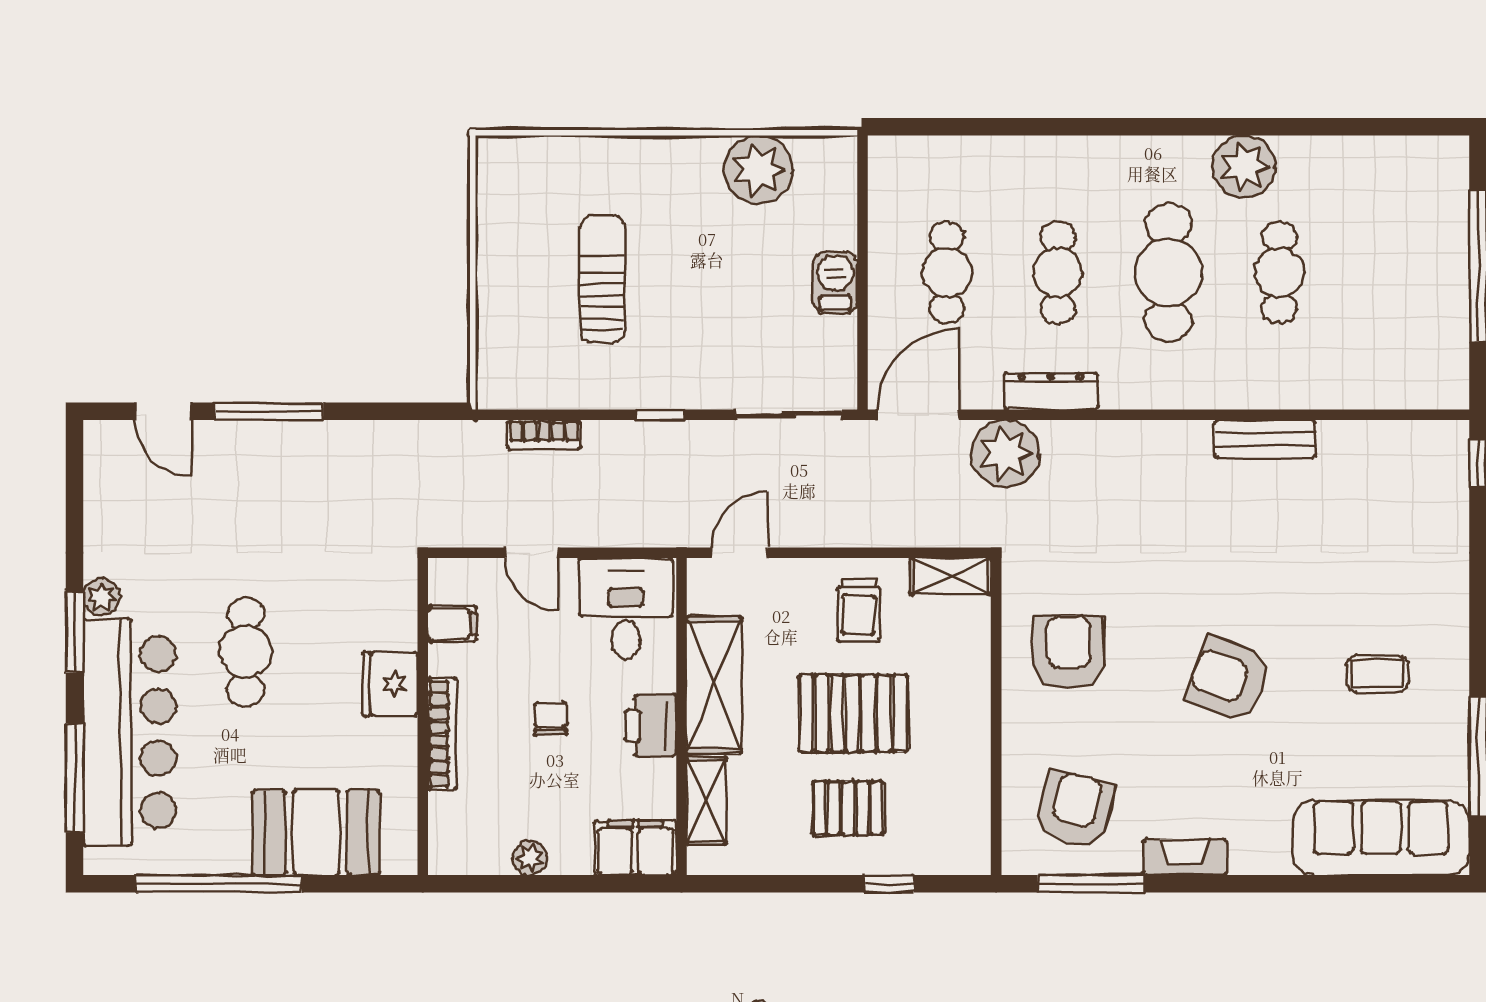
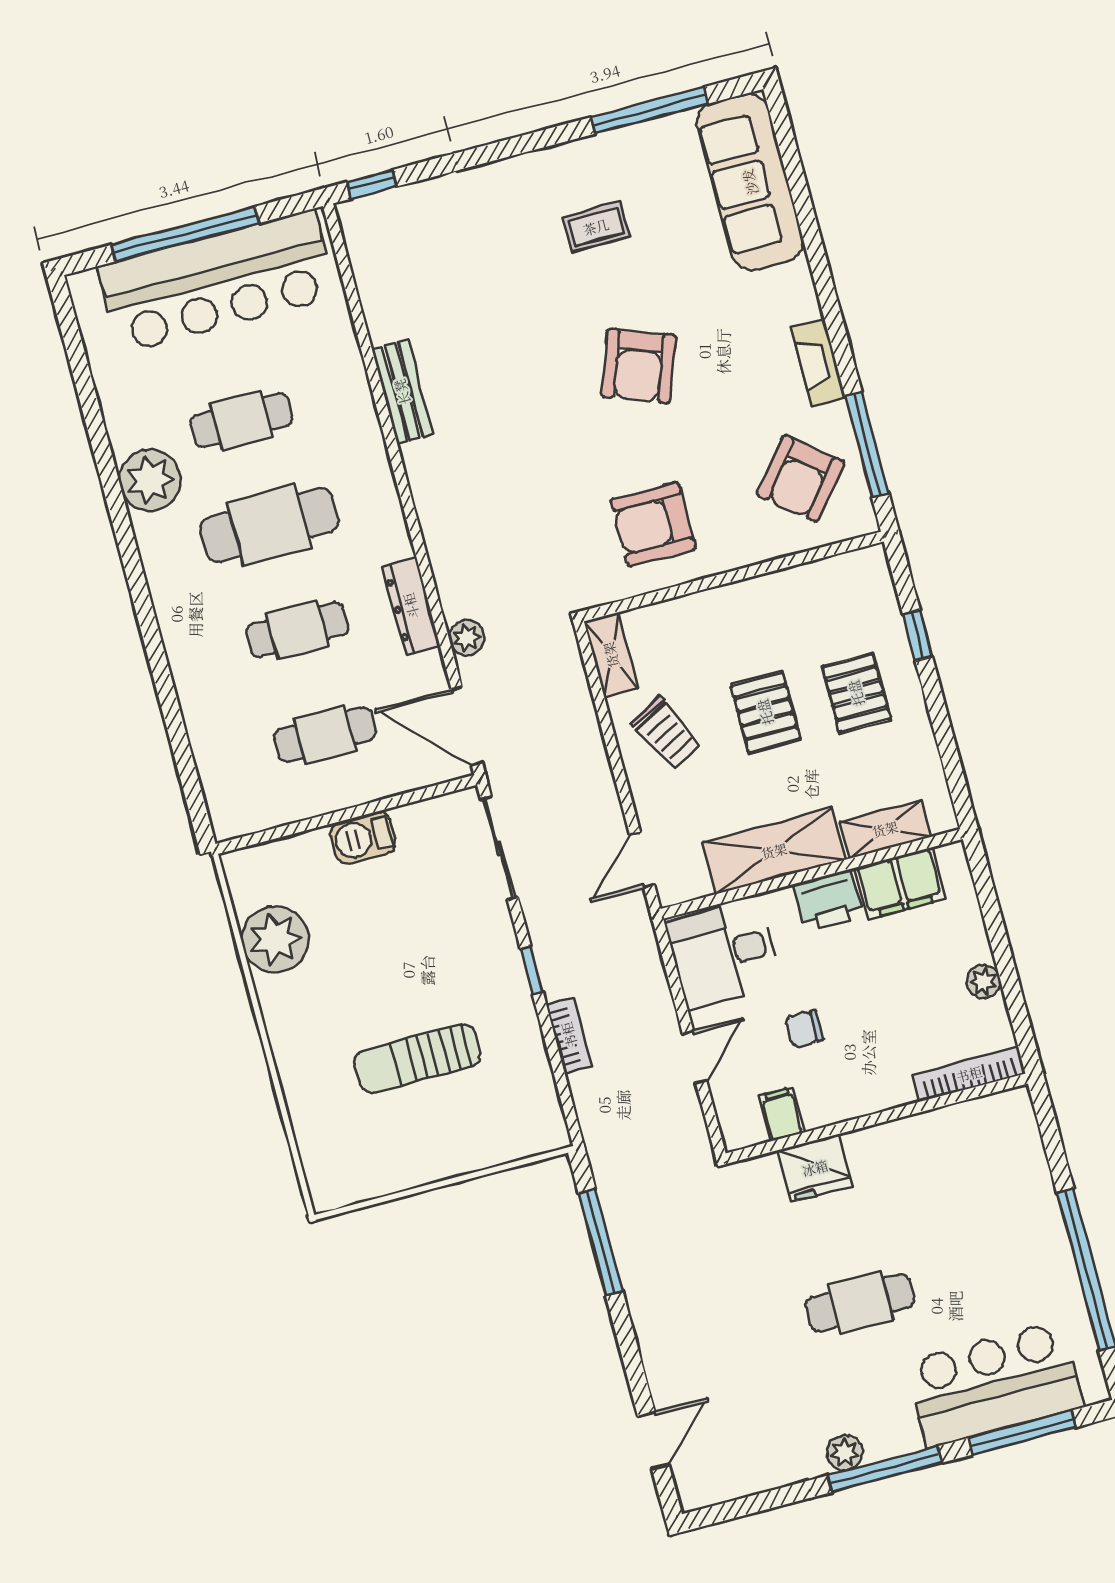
bar counter: (1423, 285) -> (217, 282), added
window: (269, 411) -> (601, 1242), moved
bookcase: (544, 435) -> (569, 1035), moved
plant: (1005, 454) -> (467, 638), width x0.53, depth x0.53
door: (740, 553) -> (642, 860), hinge flipped
trolley: (859, 610) -> (666, 733), turned 63
window: (74, 632) -> (885, 1469), width x1.44
coffee table: (1377, 674) -> (596, 227), turned 90
fridge: (390, 684) -> (815, 1168), moved
pallet: (853, 713) -> (765, 712), width x0.67, depth x0.71
chair: (551, 719) -> (804, 1029), moved
bar counter: (129, 732) -> (994, 1384), width x0.73
bookcase: (442, 734) -> (969, 1074), moved
armchair: (1075, 809) -> (801, 479), turned -65
booth: (316, 832) -> (1013, 1190), removed
filing cabinet: (635, 848) -> (900, 883), moved, turned -90

